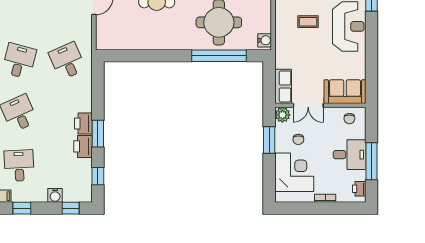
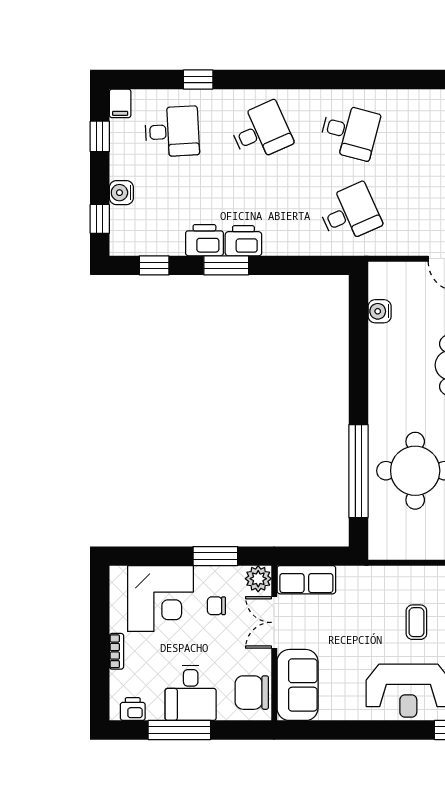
water cooler: (265, 40) -> (380, 311), moved, turned 90
chair: (349, 119) -> (252, 693), width x1.87, depth x1.87

